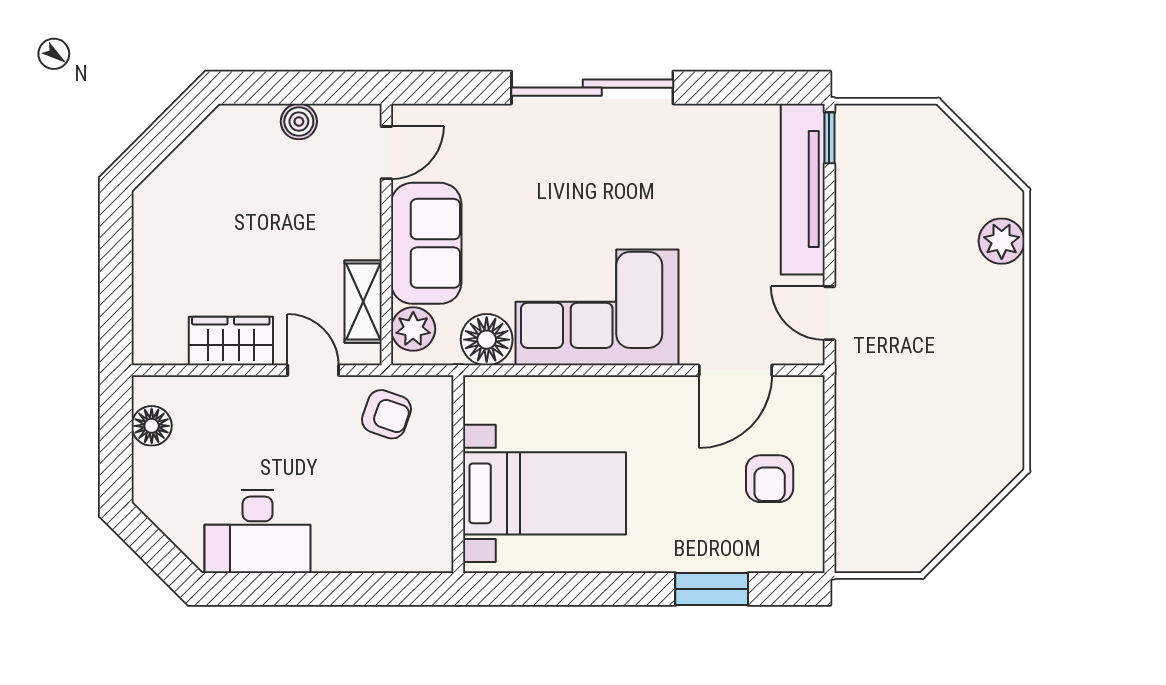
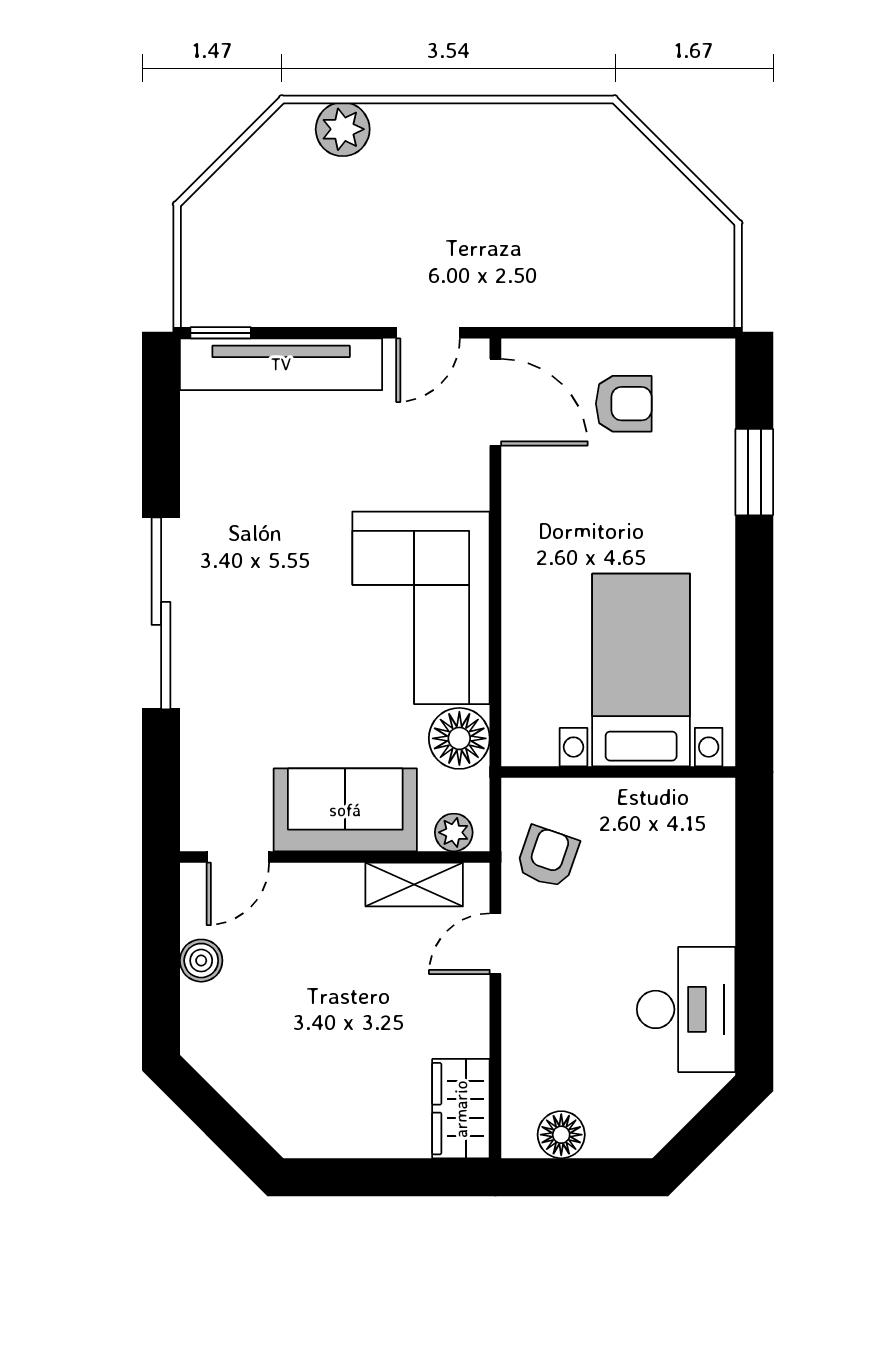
door: (386, 153) -> (238, 857), swing flipped
plant: (413, 329) -> (454, 832), width x0.73, depth x0.73
wardrobe: (231, 341) -> (461, 1109), moved
door: (735, 370) -> (495, 402), moved

